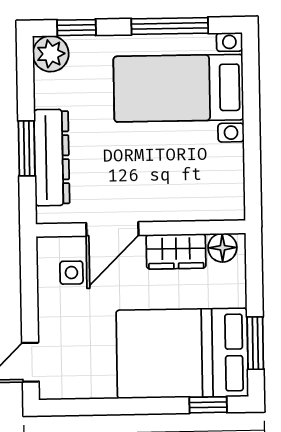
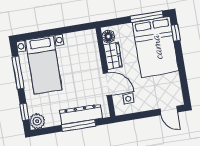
window: (27, 148) -> (79, 125), width x1.44
window: (255, 343) -> (147, 17), width x1.44

